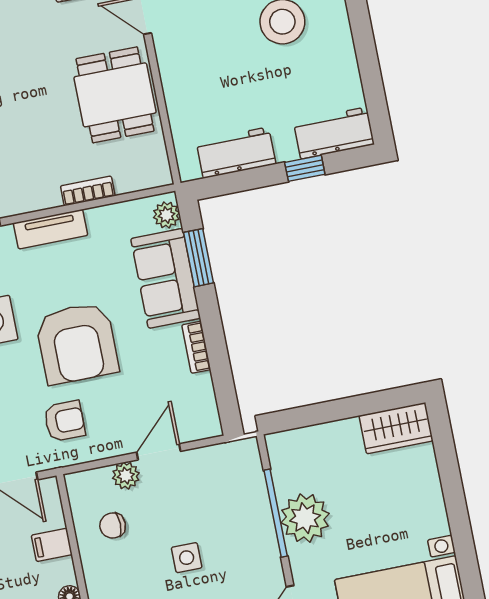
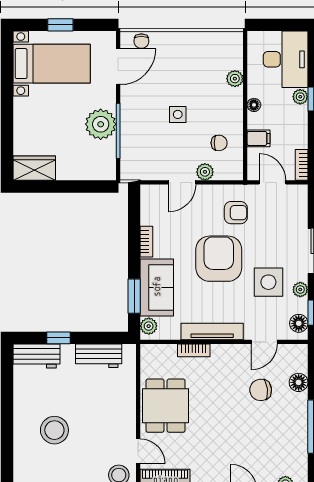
tv unit: (51, 229) -> (212, 331), width x1.41
armchair: (65, 421) -> (236, 213), turned 180

